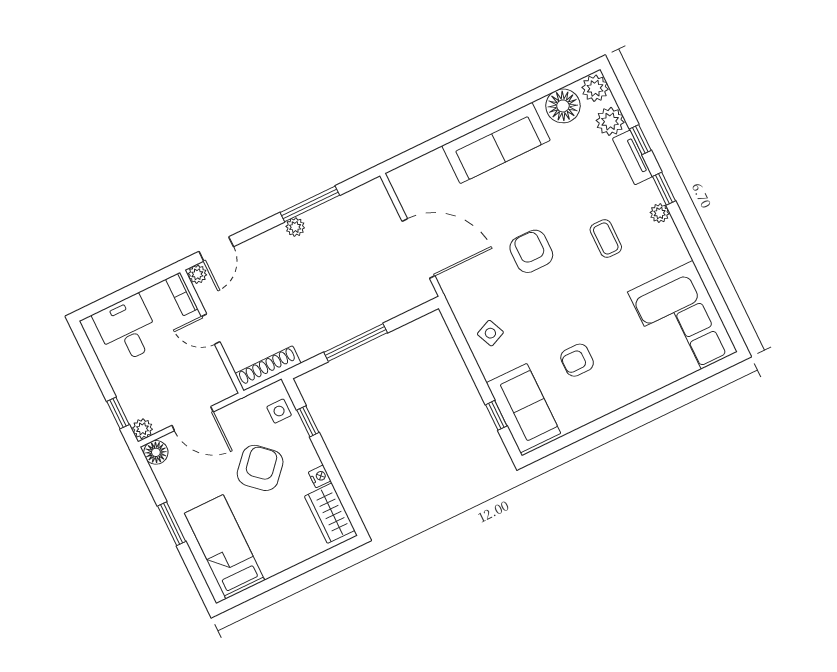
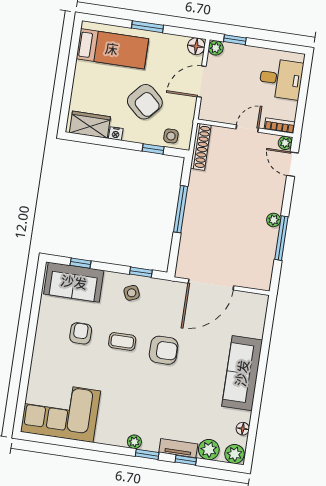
floor lamp: (563, 106) -> (243, 429), width x0.53, depth x0.53
coffee table: (606, 239) -> (122, 341), moved
window: (459, 339) -> (141, 272), added

